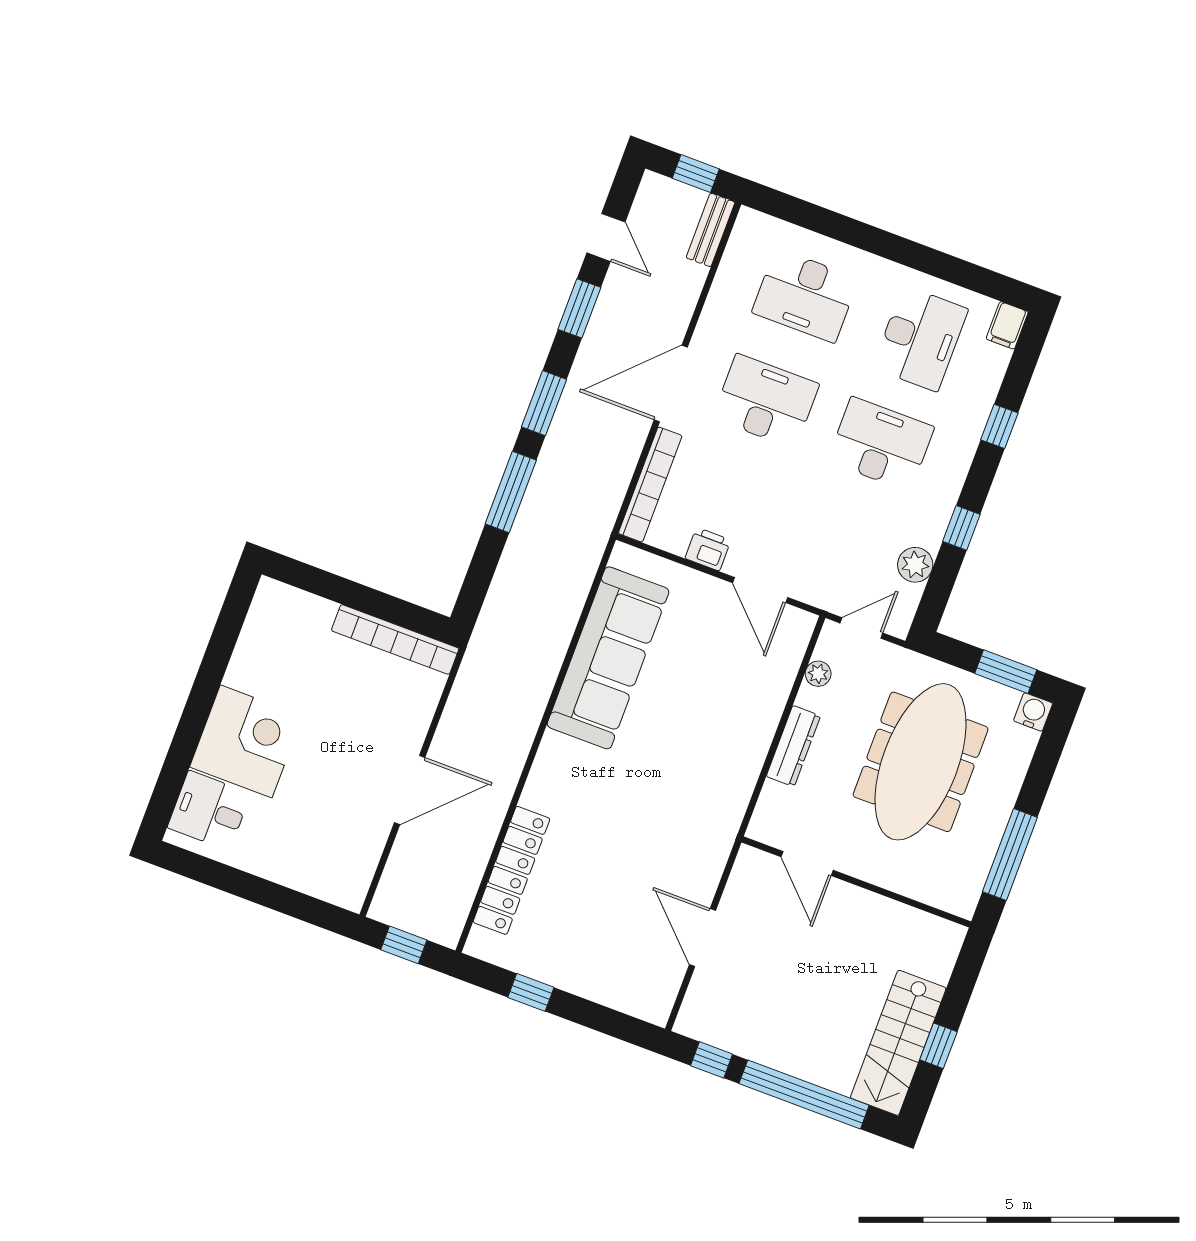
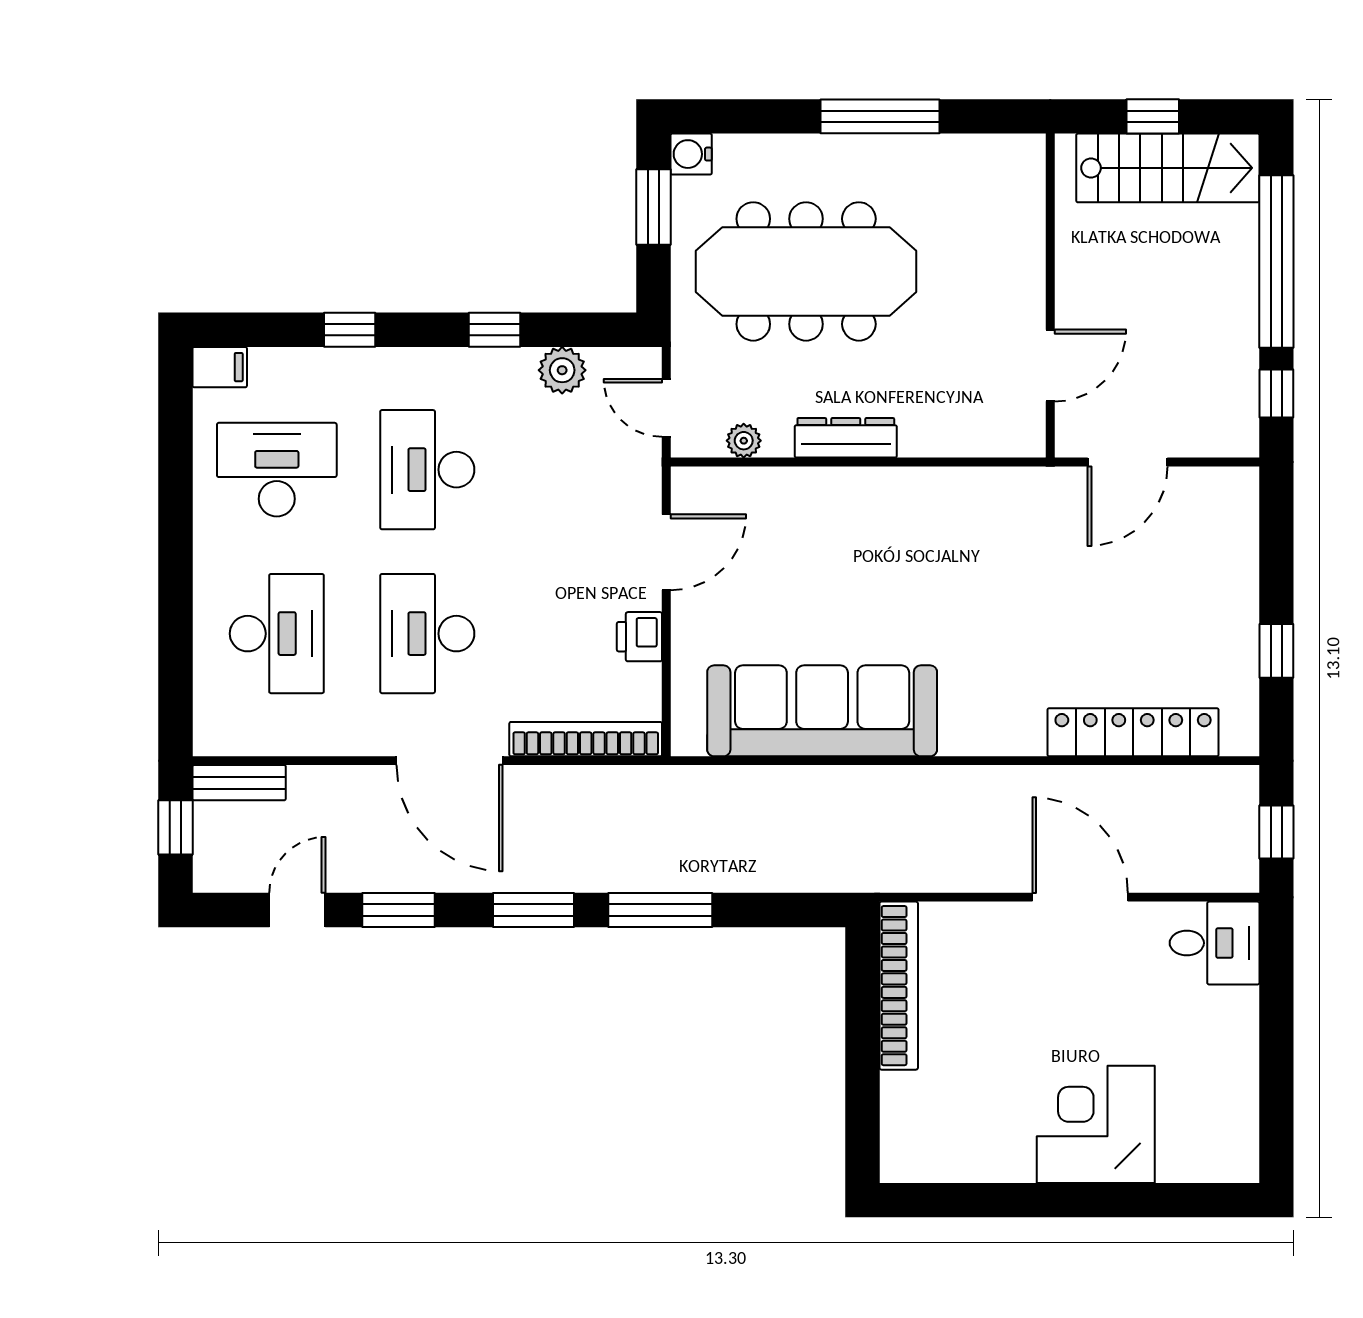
desk: (209, 810) -> (1215, 943), moved, turned -90
door: (807, 864) -> (1050, 366), moved
wall: (856, 882) -> (1050, 296), moved

